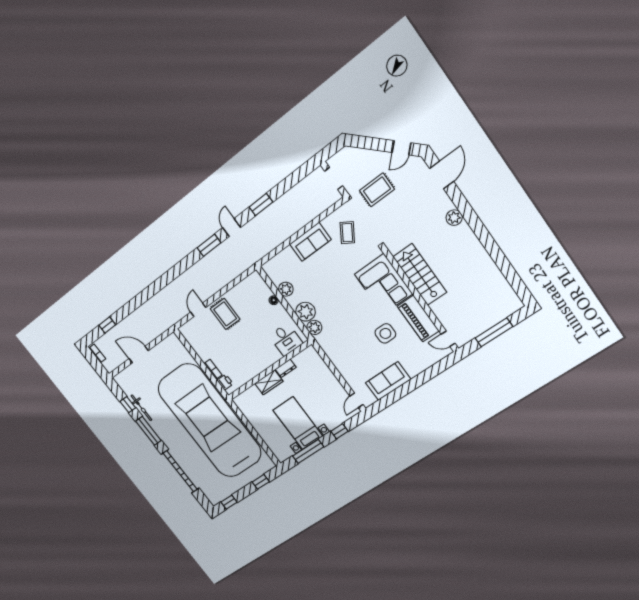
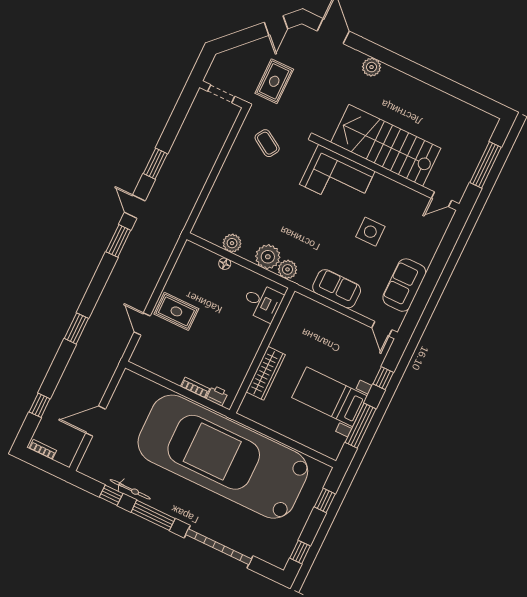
sofa: (310, 242) -> (337, 289), moved, turned -90
stairs: (420, 275) -> (386, 145), width x1.36, depth x1.51
window: (153, 289) -> (76, 328), added
piano: (418, 319) -> (396, 195), removed
dresser: (286, 368) -> (280, 337), removed
wardrobe: (269, 382) -> (266, 373), width x1.50

